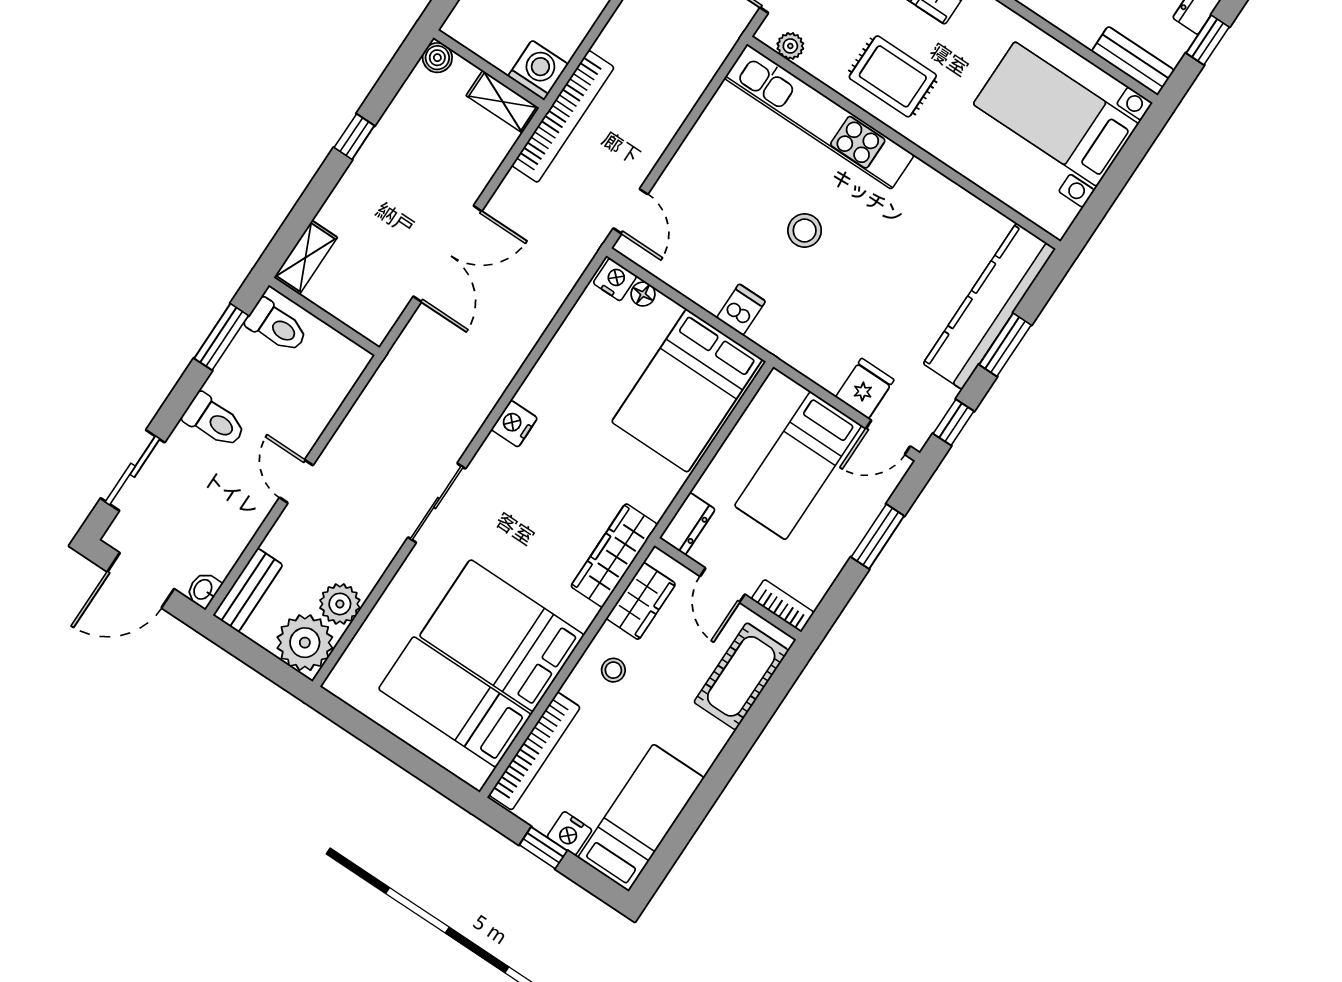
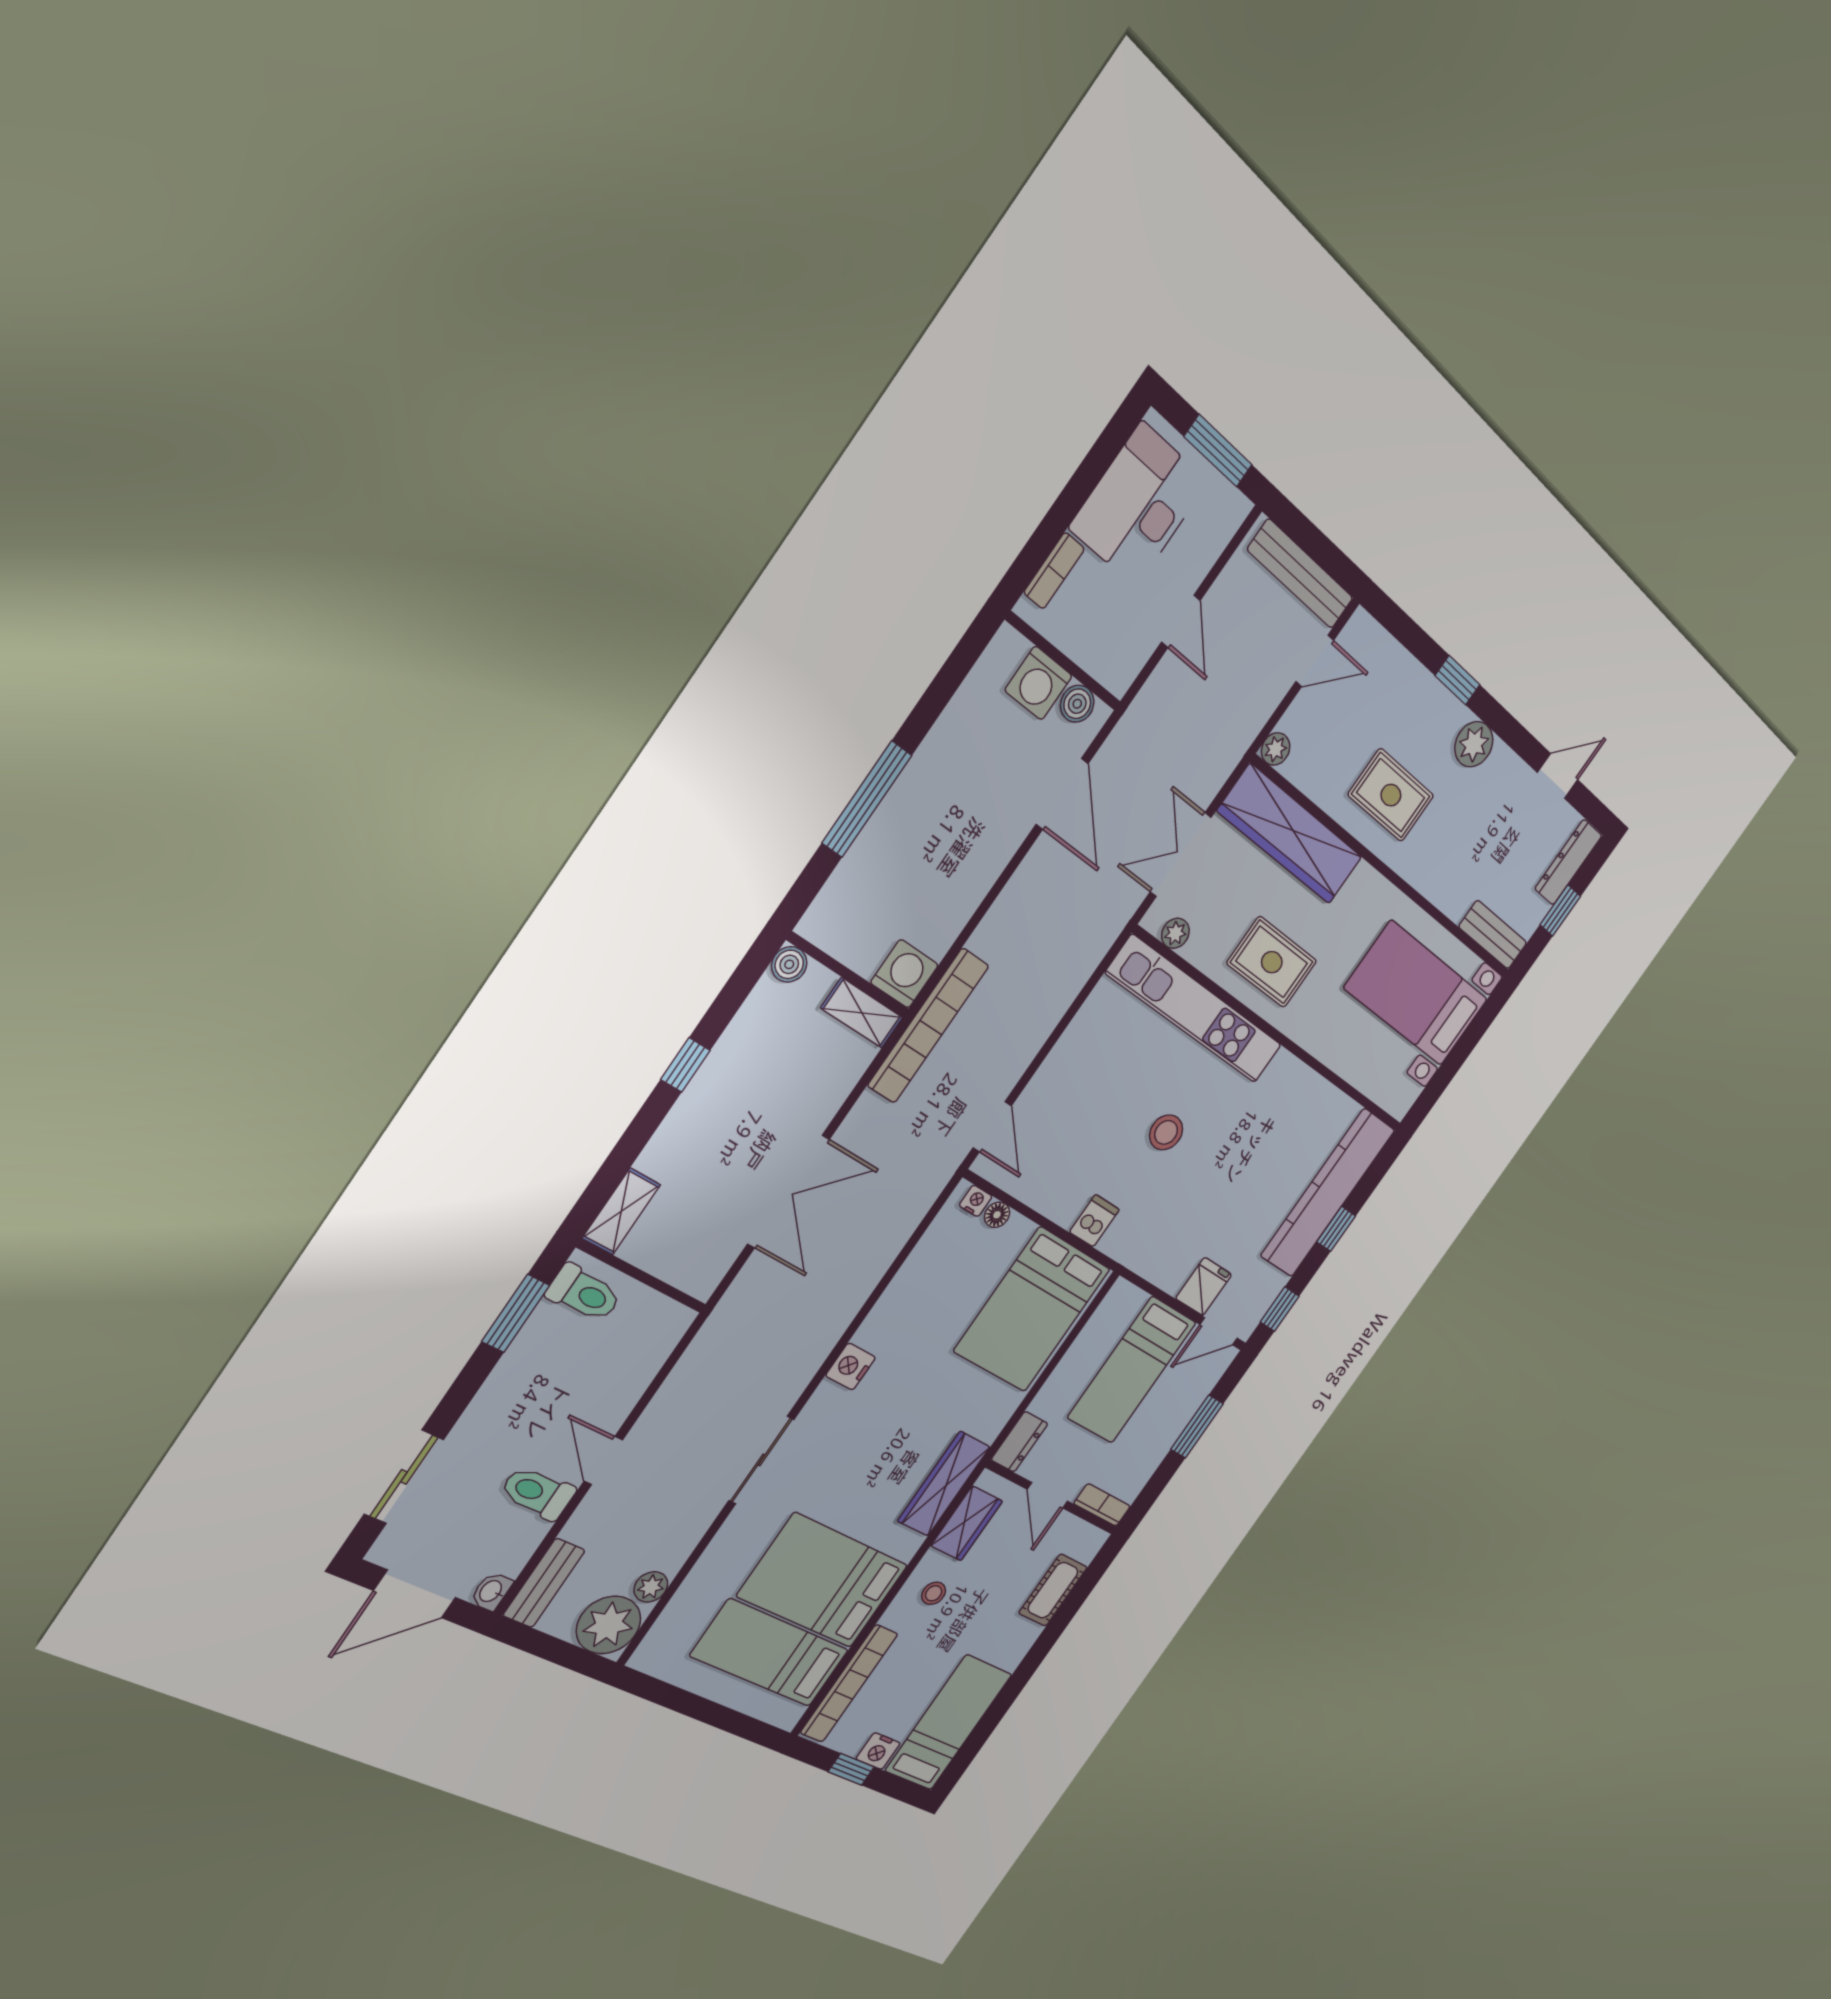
nightstand: (615, 279) -> (976, 1201), width x0.72, depth x0.74
window: (1005, 345) -> (1336, 1229), width x0.67
toilet: (214, 421) -> (537, 1493), moved, turned 180
plant: (340, 604) -> (651, 1587), width x0.73, depth x0.73
cot: (741, 676) -> (1053, 1590), width x0.73, depth x0.75

